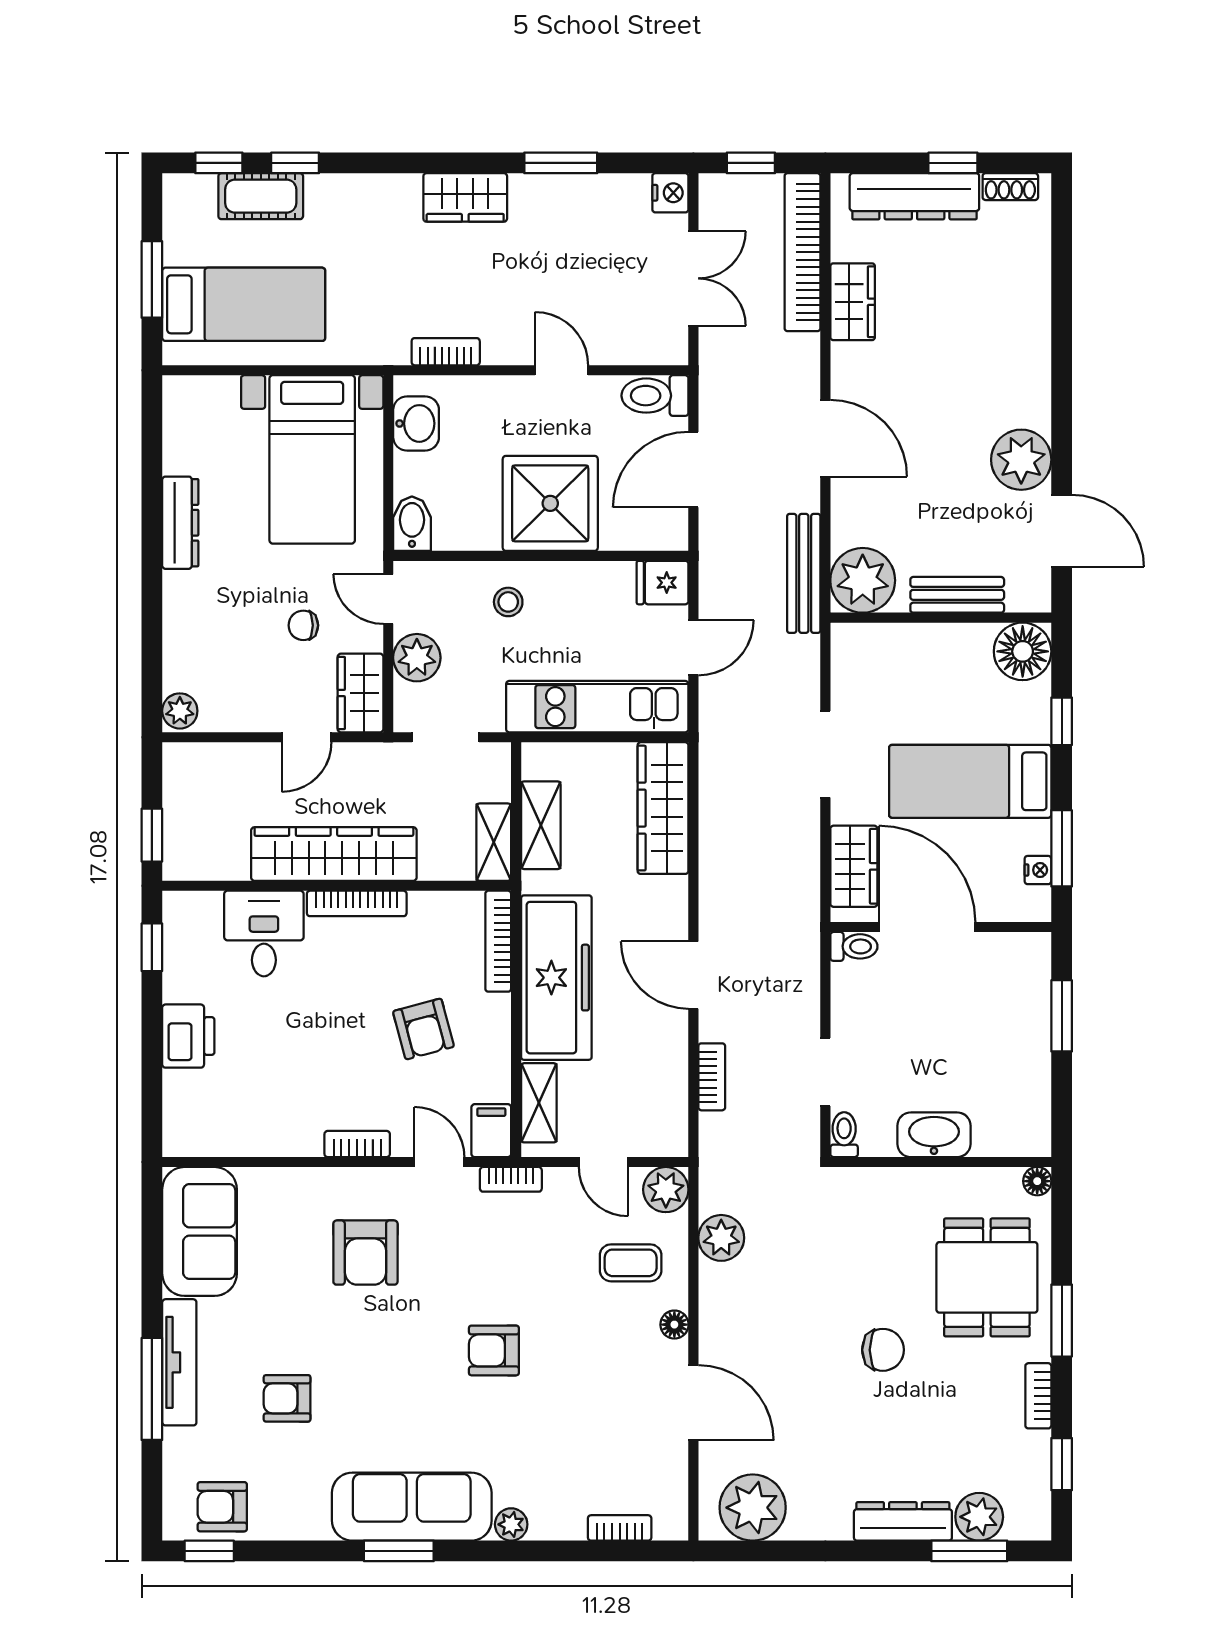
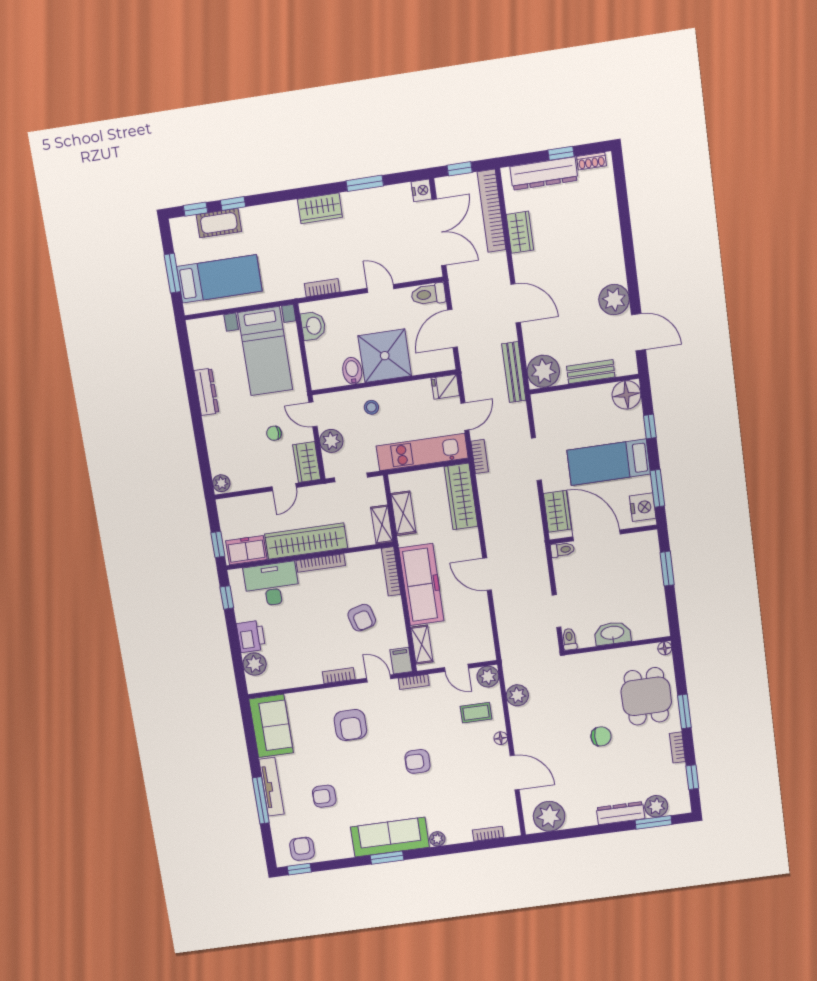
double door: (693, 278) -> (439, 232), width x1.37
bidet: (412, 524) -> (352, 371), moved
freezer: (208, 855) -> (246, 550), added
nightstand: (1038, 870) -> (643, 507), width x1.89, depth x1.79
desk: (264, 933) -> (272, 584), width x1.37
bookcase: (712, 1077) -> (480, 456), moved
plant: (186, 1095) -> (255, 664), added
armchair: (222, 1507) -> (302, 849), turned 90

